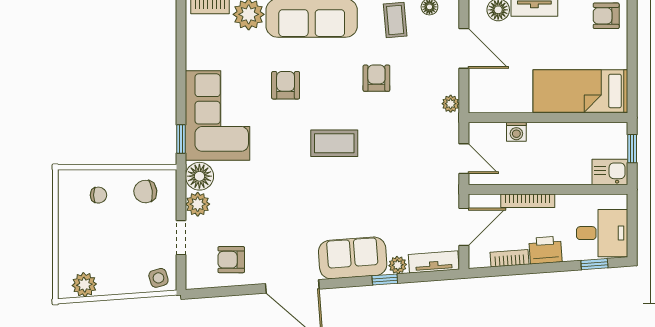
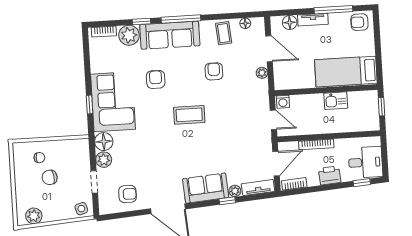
plant: (451, 104) -> (262, 73), moved
washing machine: (516, 132) -> (283, 102), moved
window: (181, 139) -> (90, 104), moved
kitchen sink: (610, 172) -> (336, 101), moved, turned 180
chair: (145, 192) -> (50, 177), moved
bookcase: (510, 258) -> (294, 184), moved
armchair: (231, 260) -> (127, 194), turned 180

